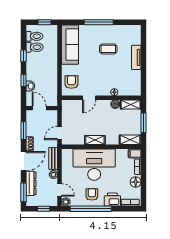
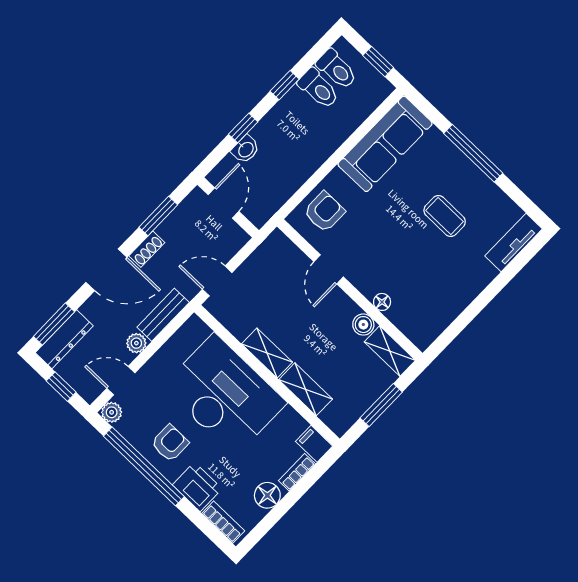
tv unit: (136, 57) -> (514, 242), moved
door: (89, 98) -> (329, 269), hinge flipped
shelving: (130, 140) -> (306, 389), moved
dresser: (31, 183) -> (64, 339), moved
door: (60, 190) -> (121, 381), swing flipped

